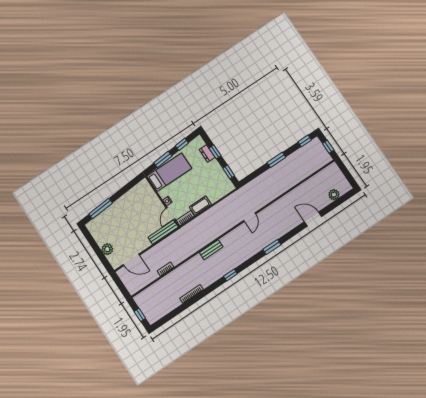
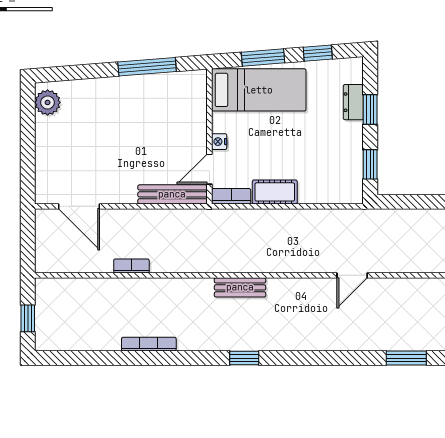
window: (101, 208) -> (147, 67), moved
window: (272, 247) -> (406, 358), moved
plant: (107, 249) -> (48, 102), moved

